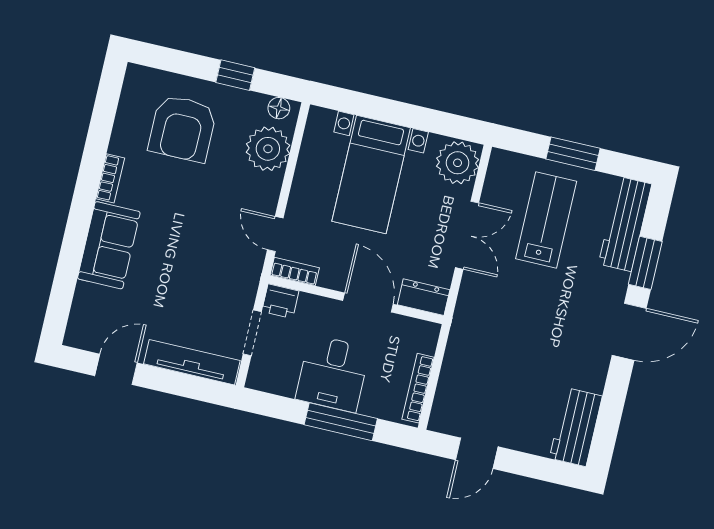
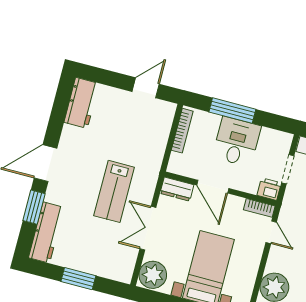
lab bench: (546, 220) -> (114, 191), moved

